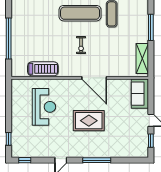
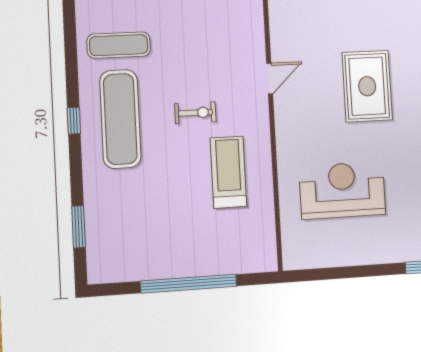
treadmill: (43, 69) -> (228, 172), moved
door: (94, 78) -> (270, 79), width x0.53

